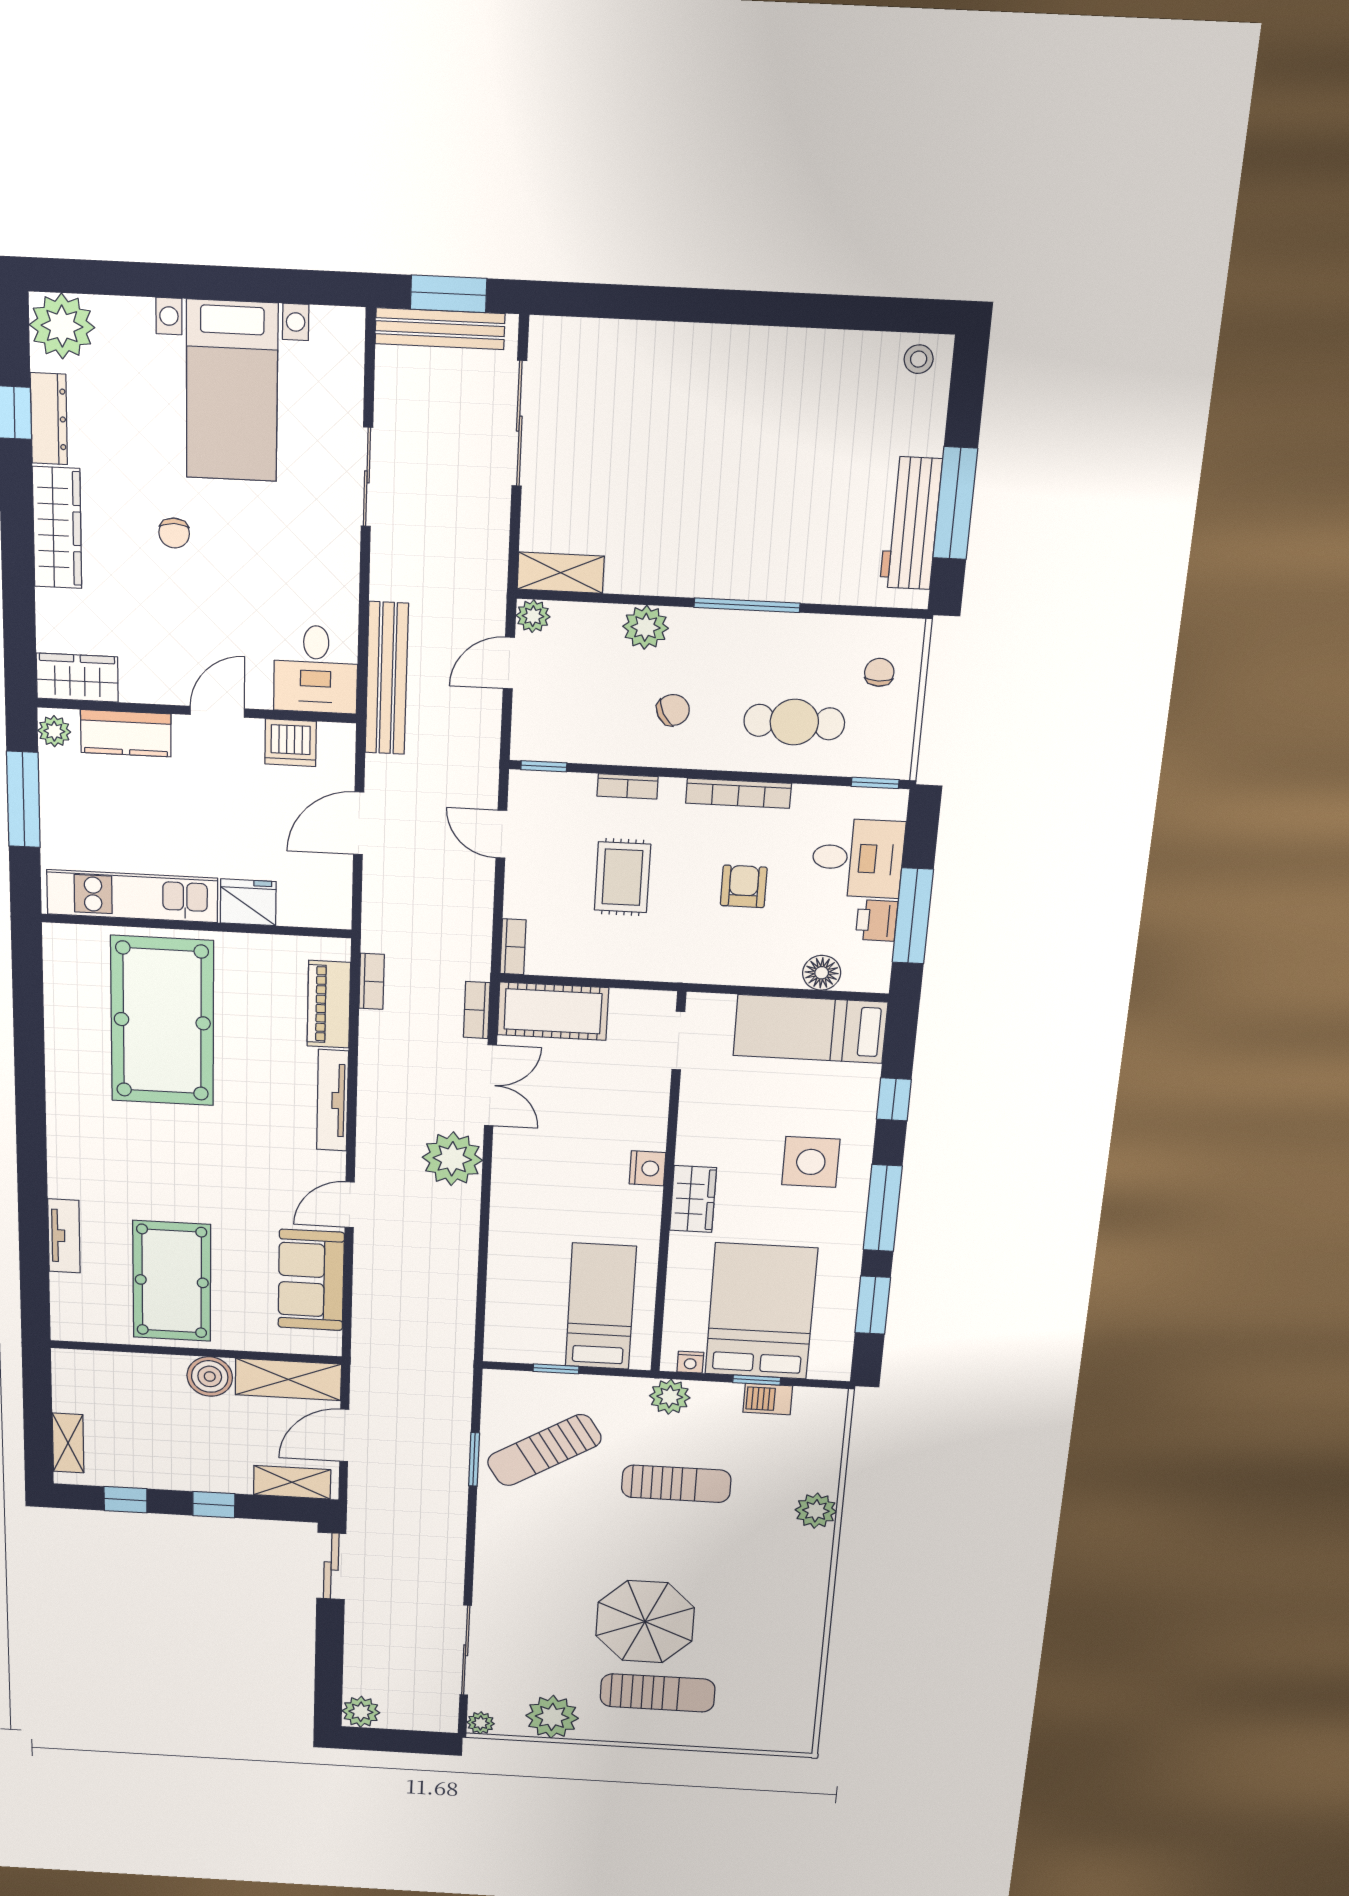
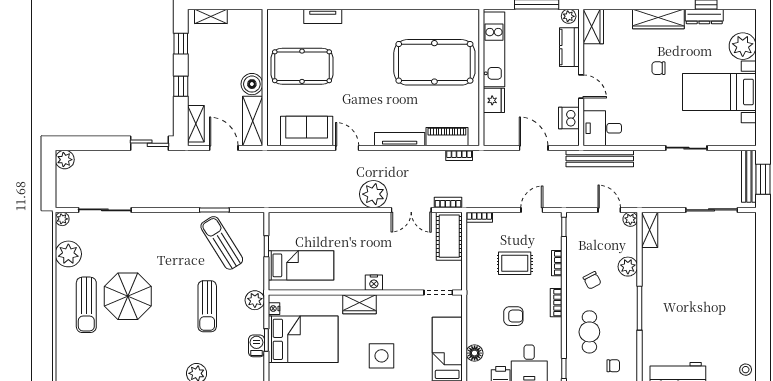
plant: (62, 326) -> (743, 46), moved
bookcase: (738, 793) -> (556, 303), width x0.64

